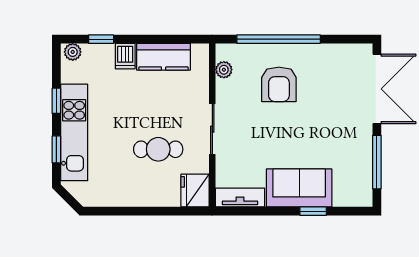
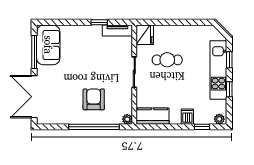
kitchen counter: (164, 57) -> (153, 116), moved
plant: (224, 70) -> (127, 119), moved
sofa: (299, 188) -> (48, 45), moved, turned -90
window: (313, 211) -> (99, 22), moved

